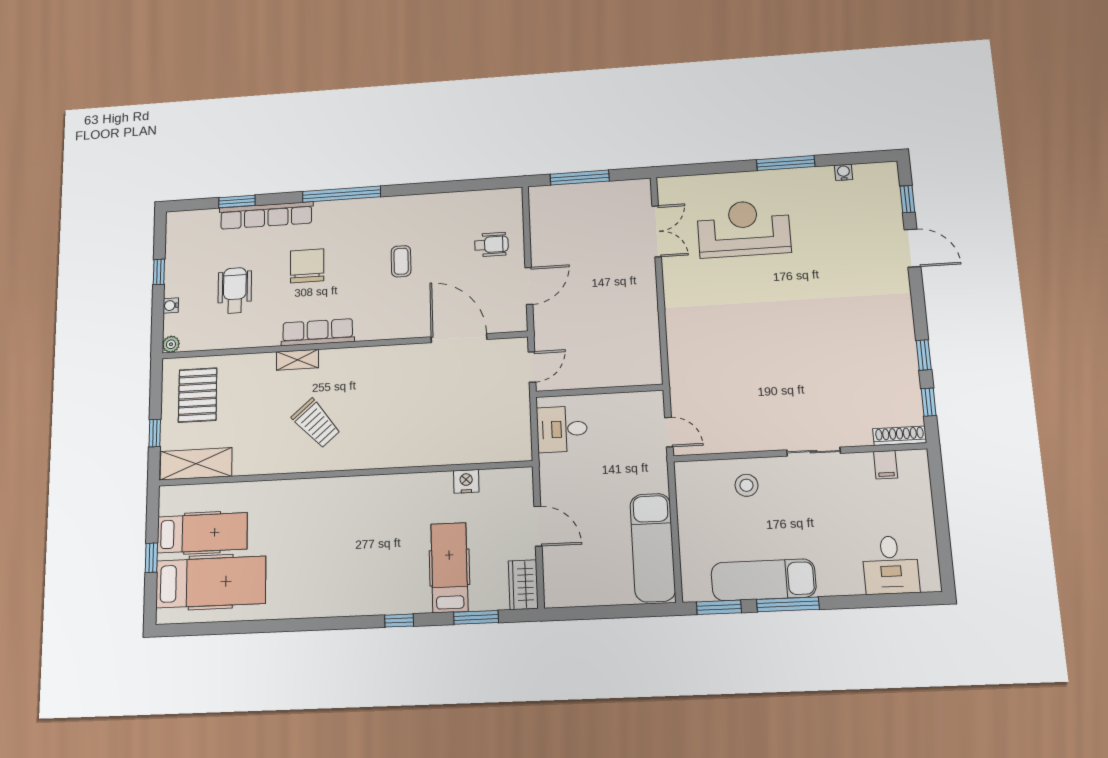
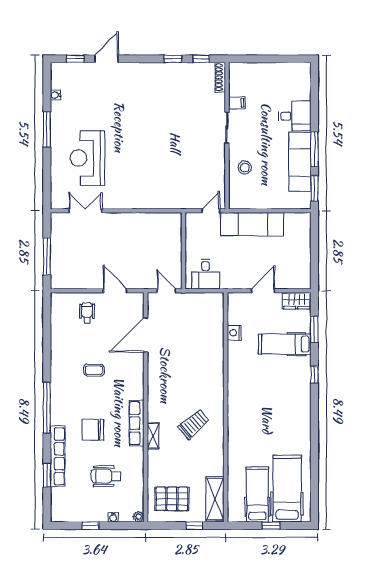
filing cabinet: (886, 465) -> (237, 103), moved
exam couch: (653, 547) -> (252, 224), moved
desk: (891, 565) -> (295, 116), moved

